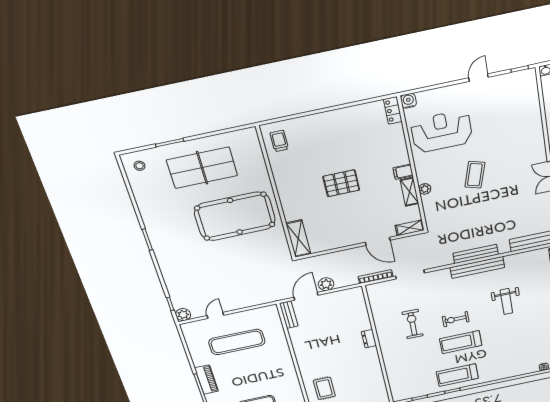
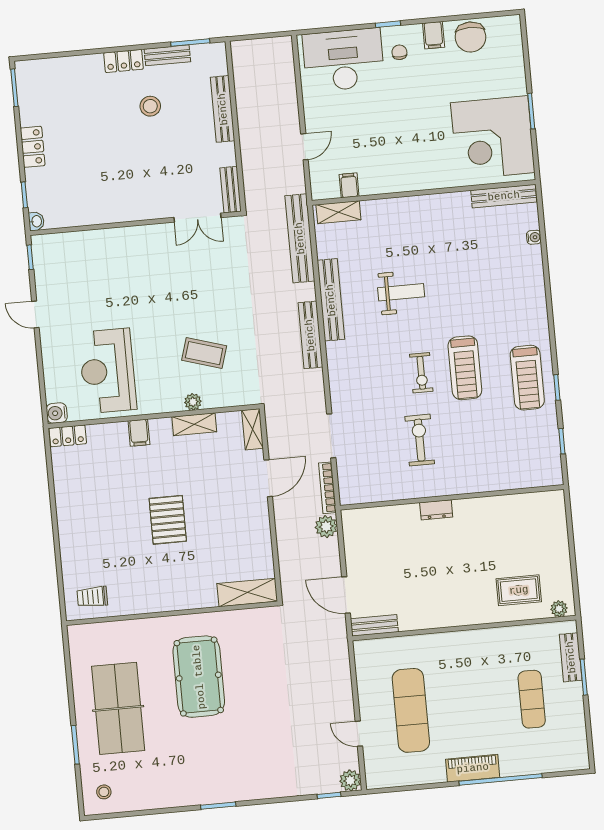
filing cabinet: (403, 172) -> (139, 433), moved
coffee table: (475, 175) -> (204, 353), moved
pool table: (235, 216) -> (199, 677), width x0.73, depth x0.76
bench: (477, 267) -> (331, 300), moved
plant: (326, 284) -> (326, 527), moved
exercise bike: (413, 324) -> (420, 440), turned 89

